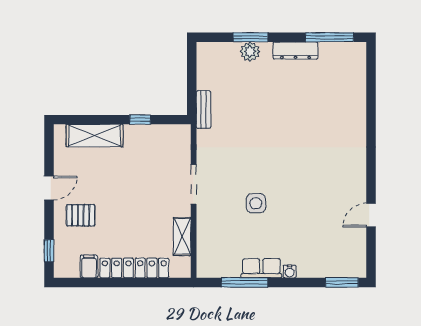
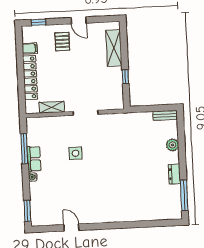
window: (250, 37) -> (182, 145), removed
dresser: (295, 51) -> (175, 174), width x0.70
bench: (203, 110) -> (165, 115), moved

